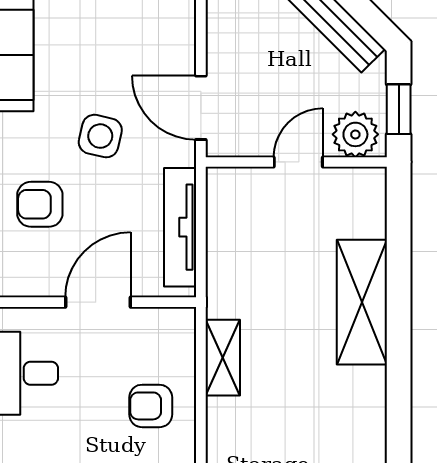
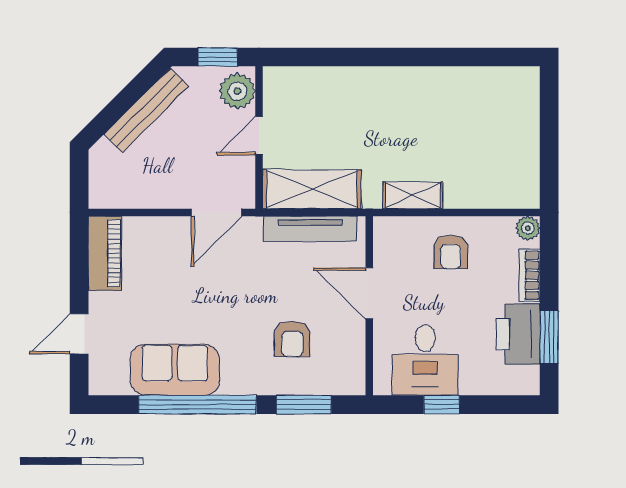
side table: (100, 136) -> (239, 291), removed
door: (298, 162) -> (259, 136), hinge flipped
shelving: (362, 302) -> (312, 189), moved

